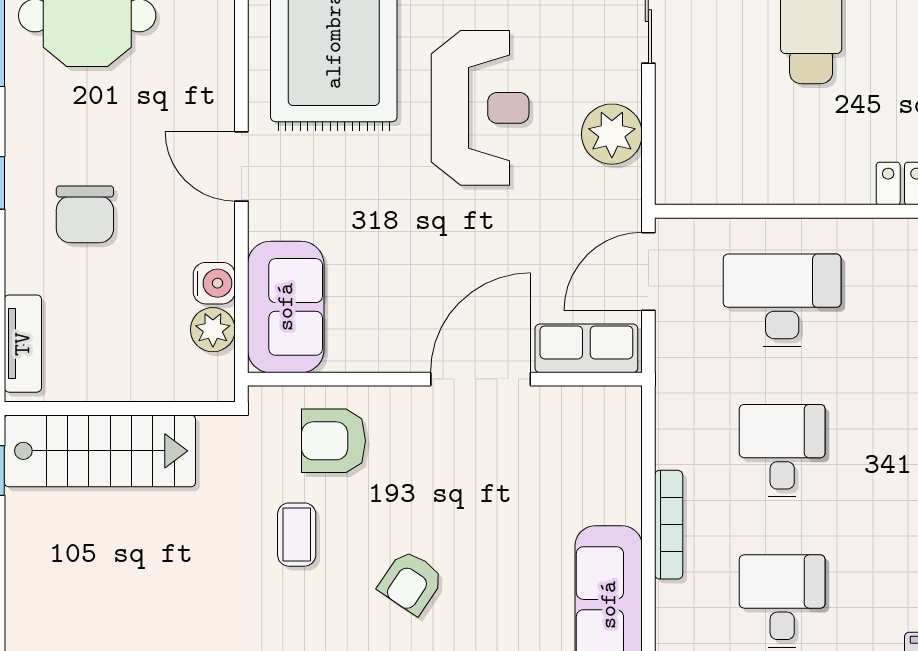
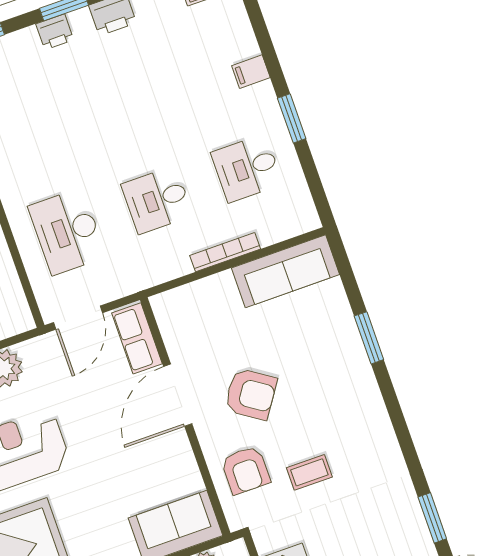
door: (648, 271) -> (78, 318), hinge flipped
door: (481, 379) -> (178, 395), hinge flipped
armchair: (411, 582) -> (251, 394), moved, width x1.38, depth x1.38

